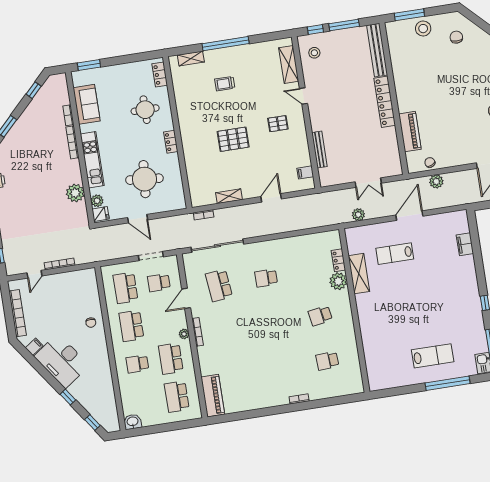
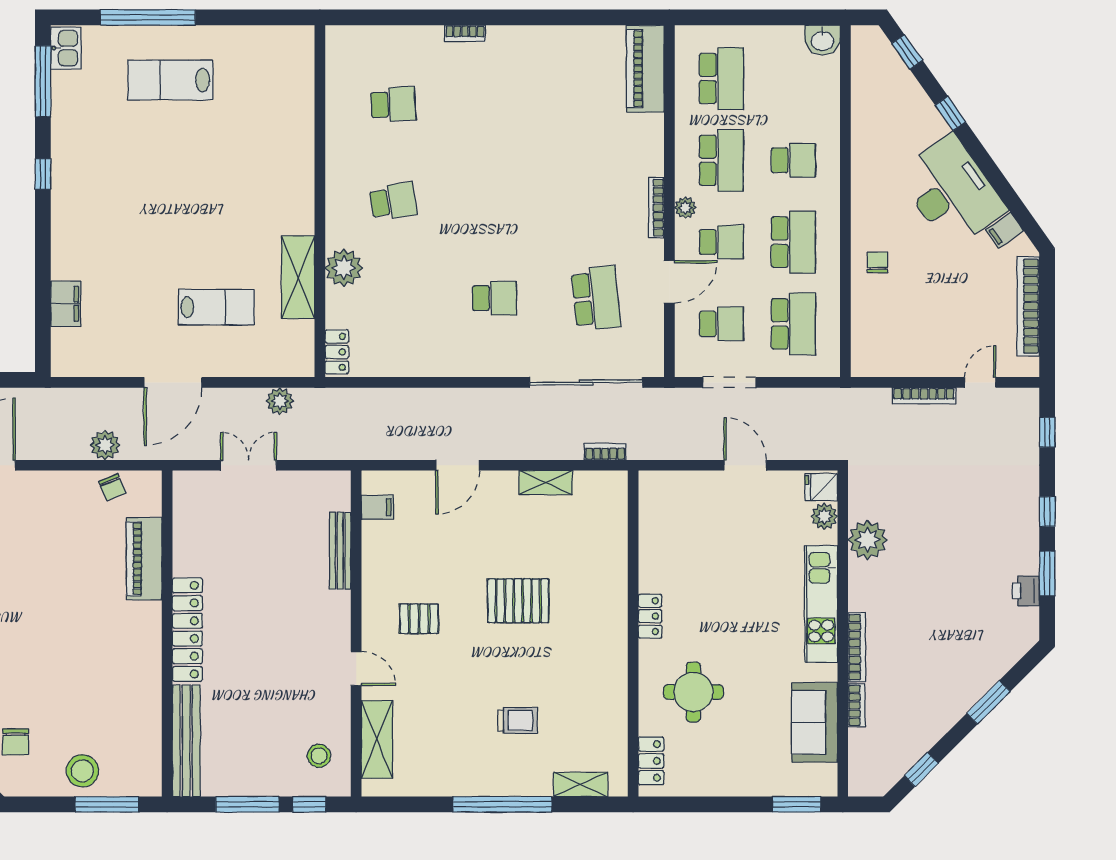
round table: (144, 179) -> (718, 546), removed
locker: (338, 260) -> (337, 352), moved
school desk: (165, 321) -> (721, 242), added

